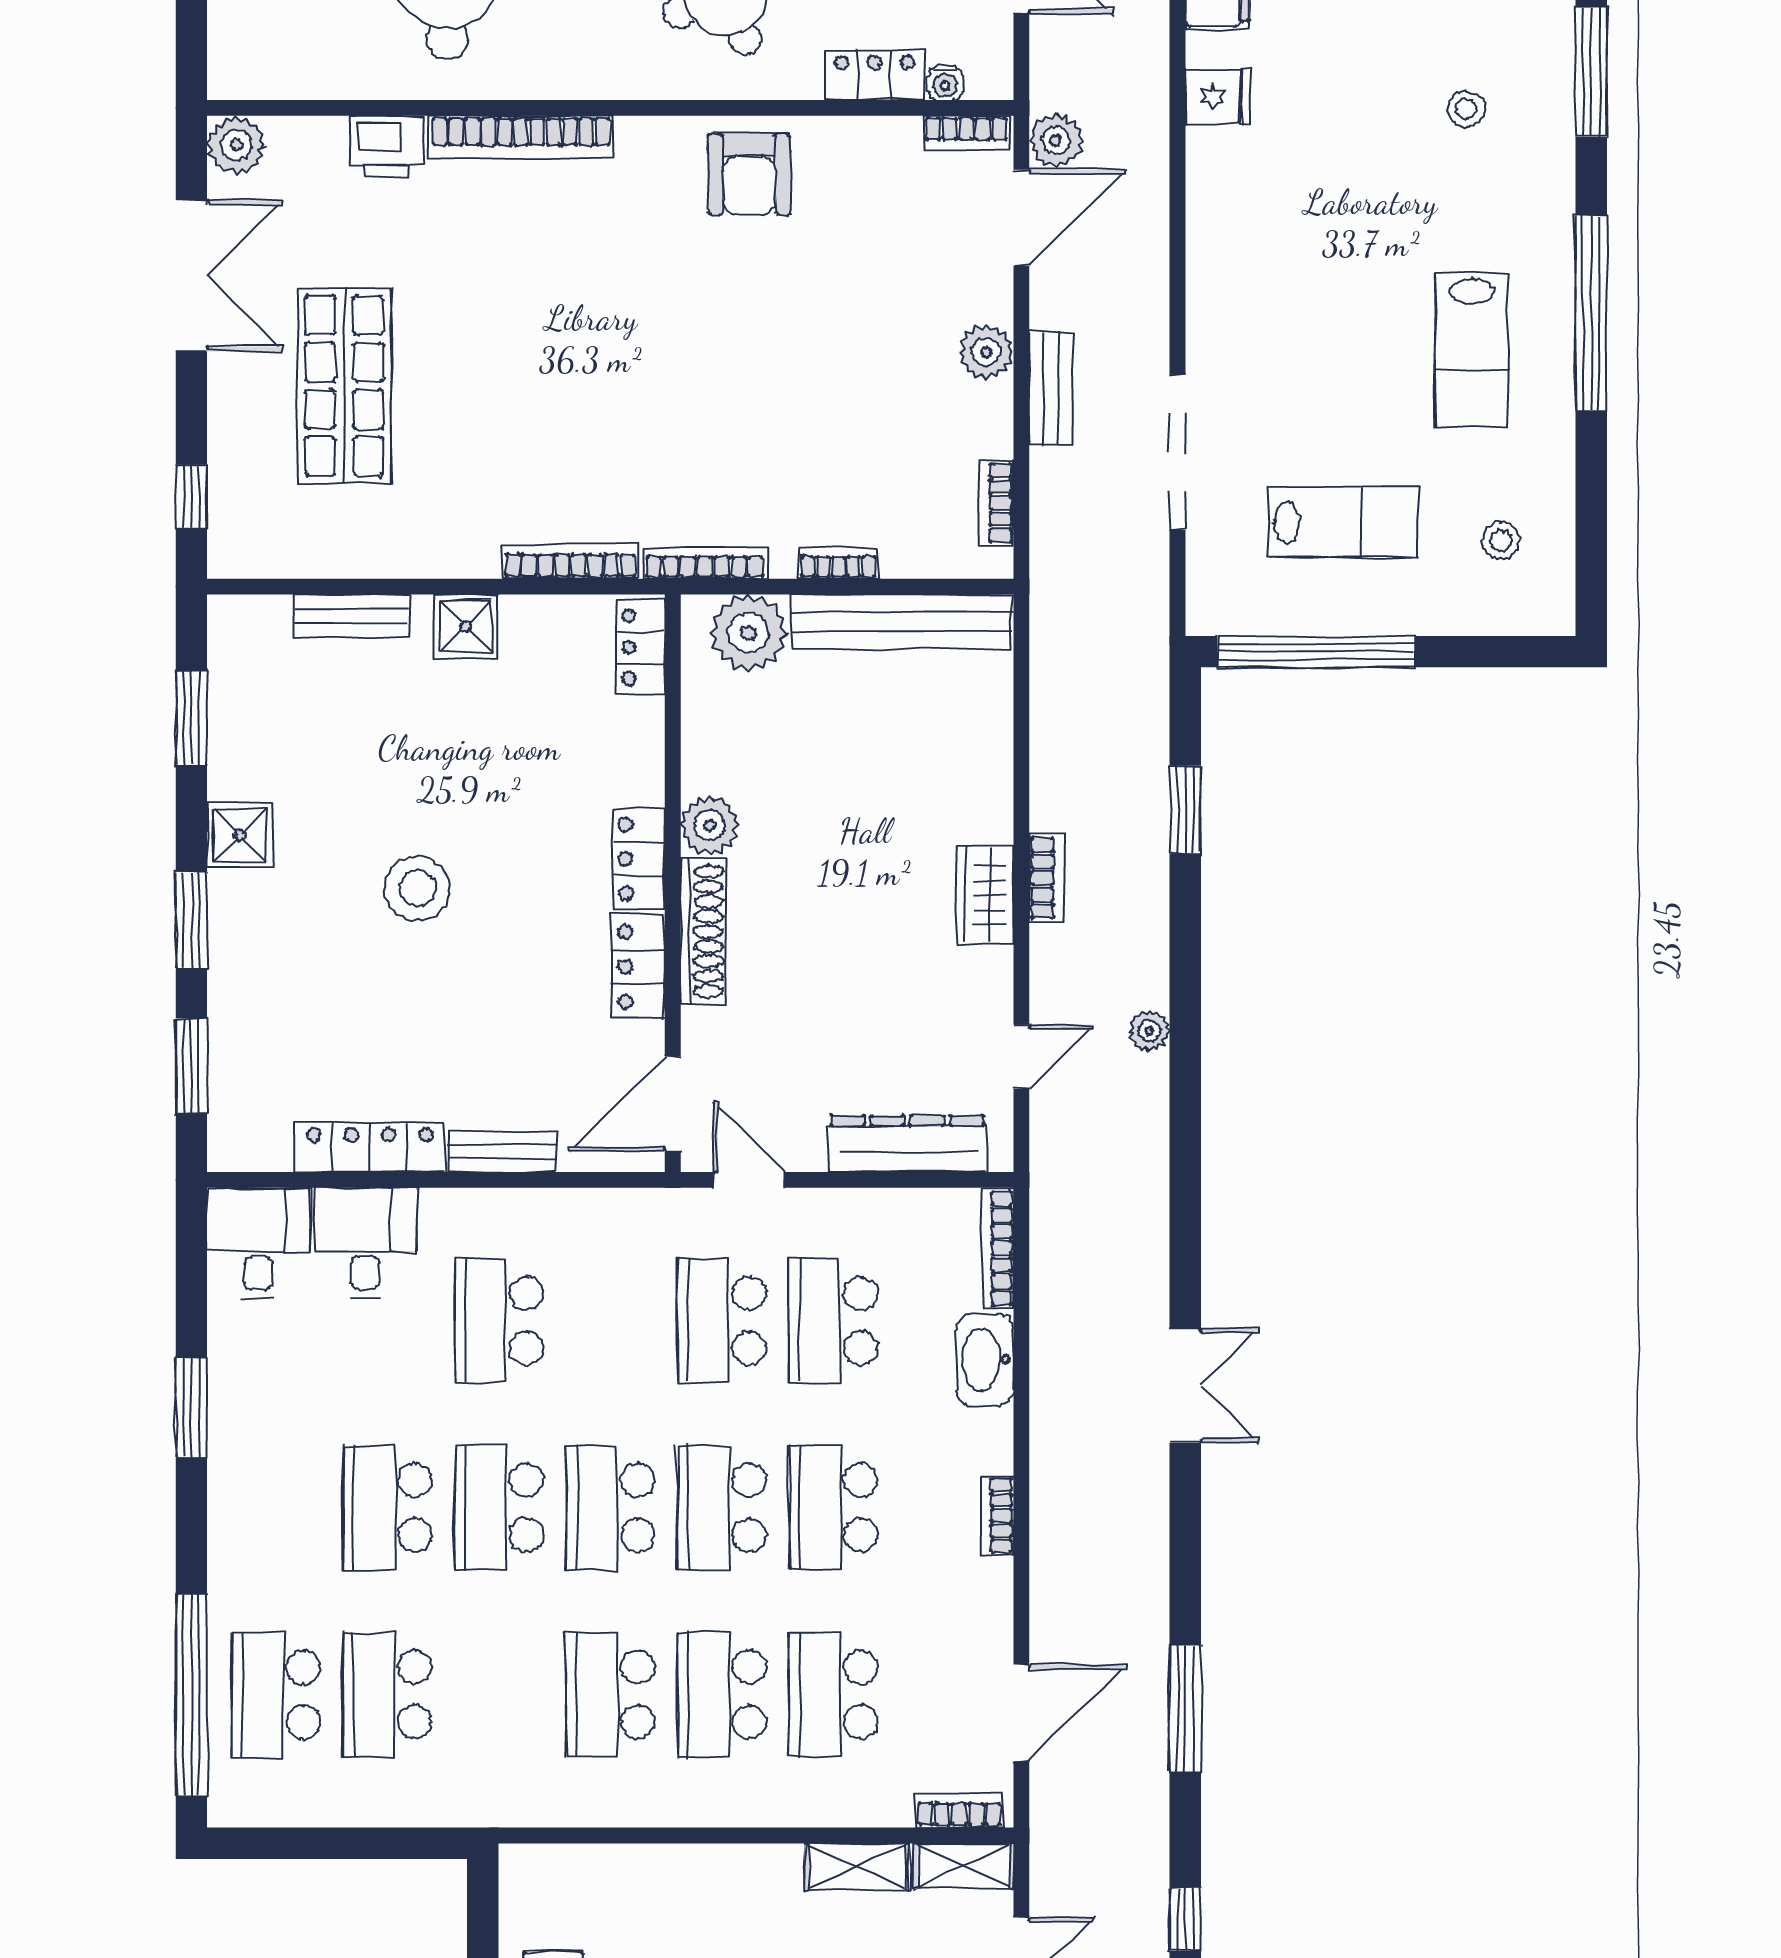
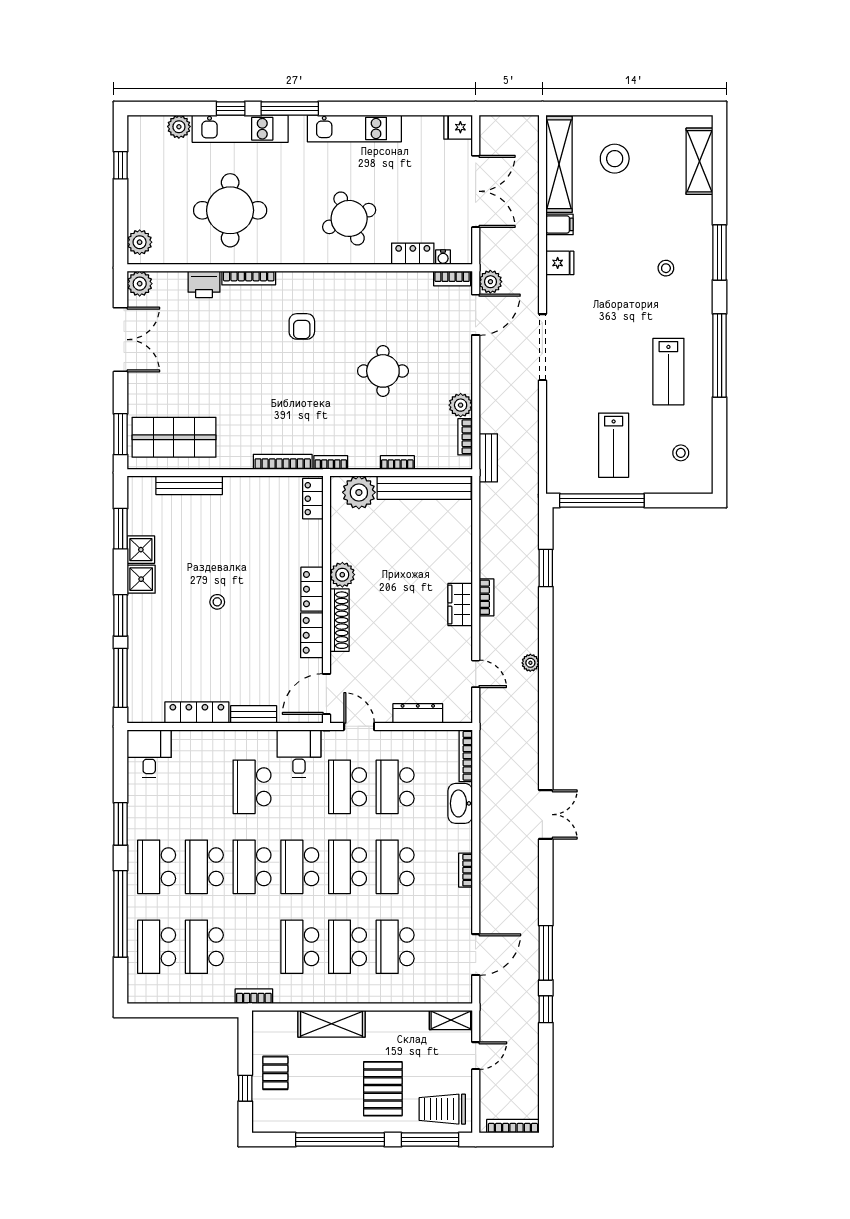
plant: (236, 48) -> (140, 242), added
bookcase: (521, 137) -> (249, 278), width x0.68, depth x0.76
armchair: (749, 174) -> (302, 326), moved, width x0.72, depth x0.72
round table: (805, 349) -> (383, 371), added
plant: (986, 352) -> (461, 405), moved
shop shelf: (344, 386) -> (174, 437), moved, turned 90
bench: (1051, 388) -> (488, 458), moved
doorway: (1177, 452) -> (542, 347), moved
window: (191, 497) -> (120, 434), width x1.50
lab bench: (1344, 522) -> (614, 445), turned 90
bookcase: (705, 563) -> (331, 463), width x0.64
bench: (352, 616) -> (189, 485), width x1.36
shower: (465, 626) -> (141, 550), moved
stool: (417, 888) -> (217, 602), width x0.53, depth x0.53
door: (1021, 1057) -> (476, 674), hinge flipped
window: (191, 1066) -> (120, 678), width x1.44
dresser: (907, 1144) -> (418, 713), width x0.73, depth x0.80
desk: (365, 1243) -> (299, 753), moved
school desk: (276, 1508) -> (157, 867), added
window: (191, 1695) -> (120, 914), moved
bookcase: (959, 1810) -> (254, 996), moved
shelving: (857, 1867) -> (332, 1024), moved, width x1.50, depth x1.33
window: (1185, 1919) -> (546, 1009), moved

